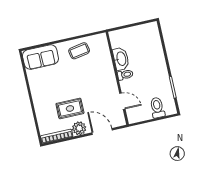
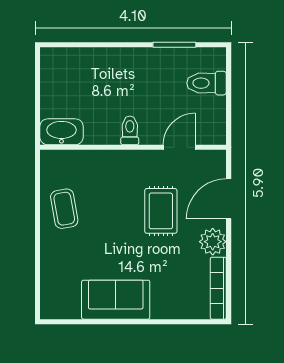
sofa: (40, 57) -> (116, 300), moved, turned -90
washbasin: (121, 59) -> (61, 132), moved
rug: (70, 108) -> (161, 211), moved

